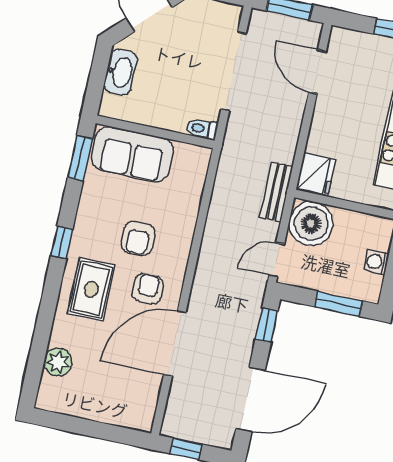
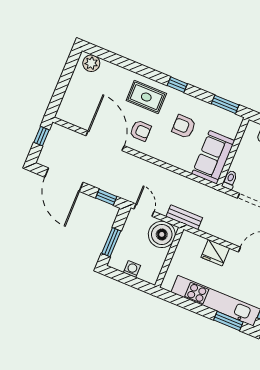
sofa: (132, 154) -> (213, 157), moved
fridge: (316, 175) -> (215, 253), moved
armchair: (138, 238) -> (184, 126), moved
plant: (58, 362) -> (91, 63), moved

